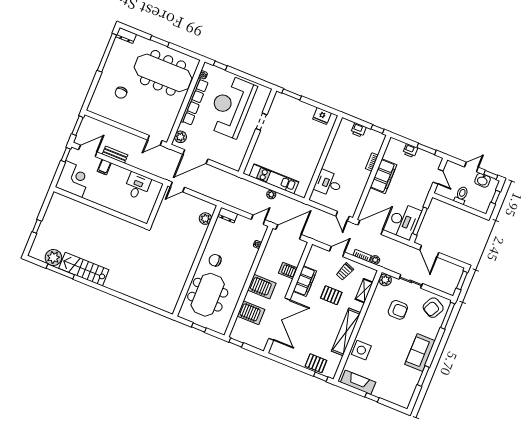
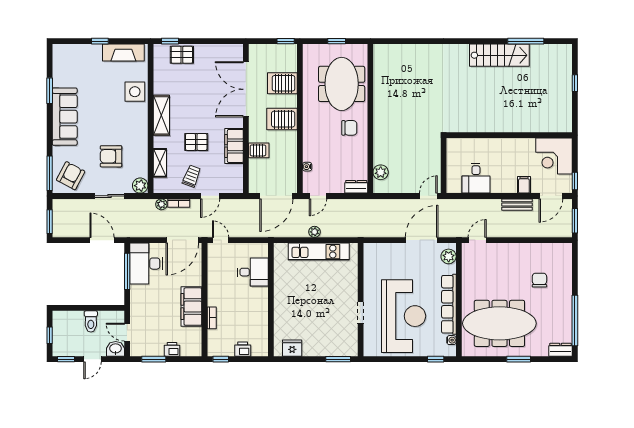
washbasin: (483, 180) -> (116, 349), moved
plant: (53, 258) -> (541, 54), removed
shelving: (346, 332) -> (161, 115), width x0.68
sofa: (420, 353) -> (65, 117), width x1.36

